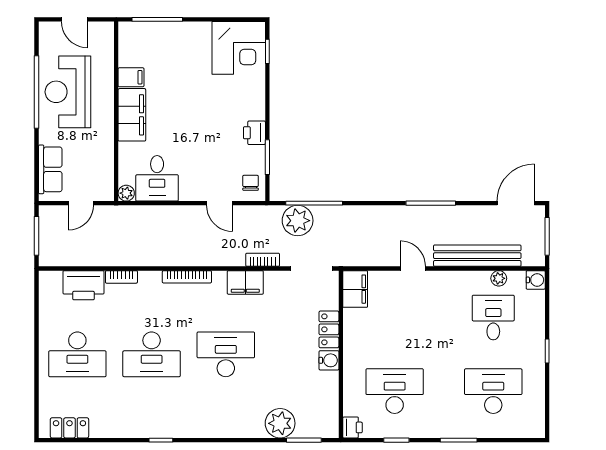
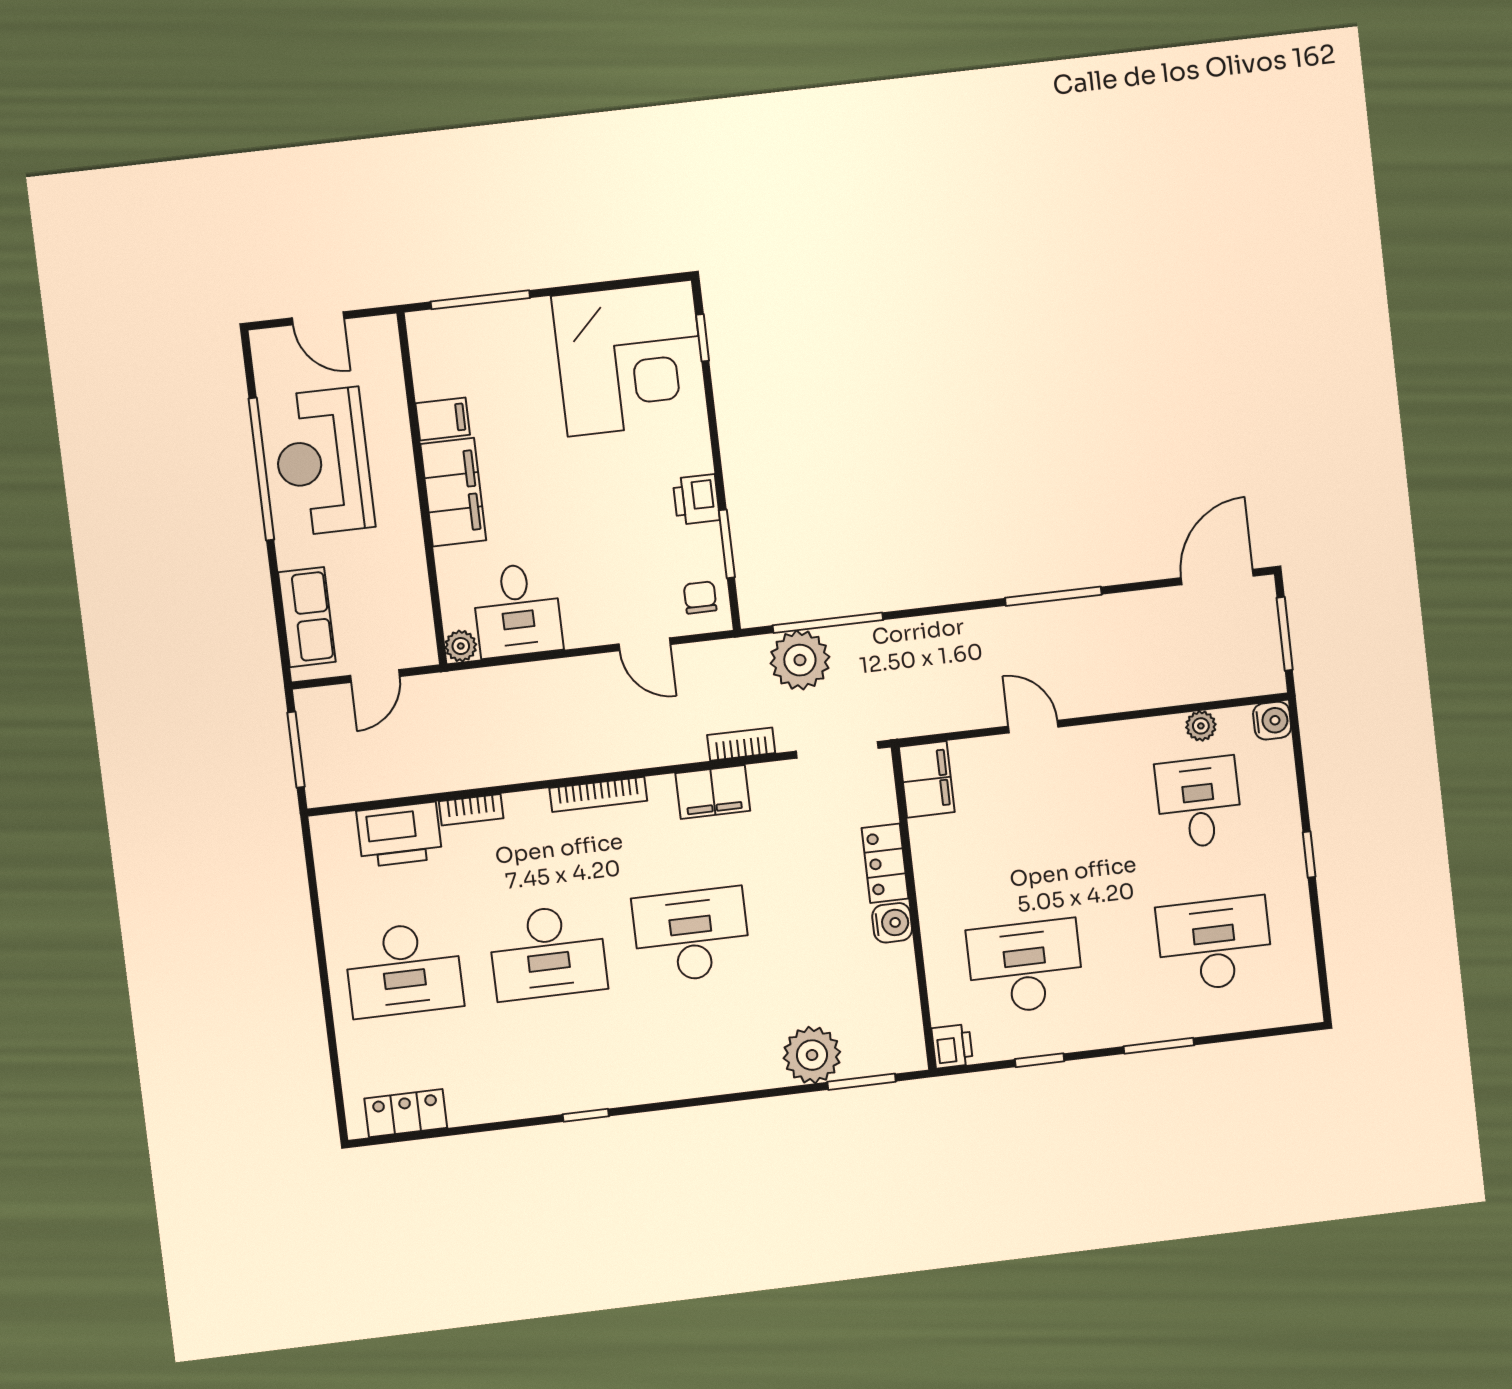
corner desk: (239, 48) -> (630, 358), width x1.36, depth x1.36
bench: (477, 256) -> (1155, 687), removed

